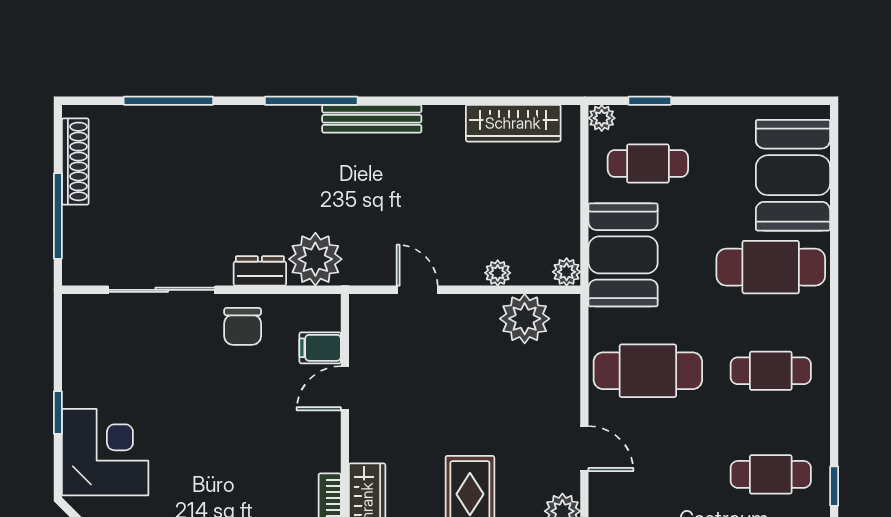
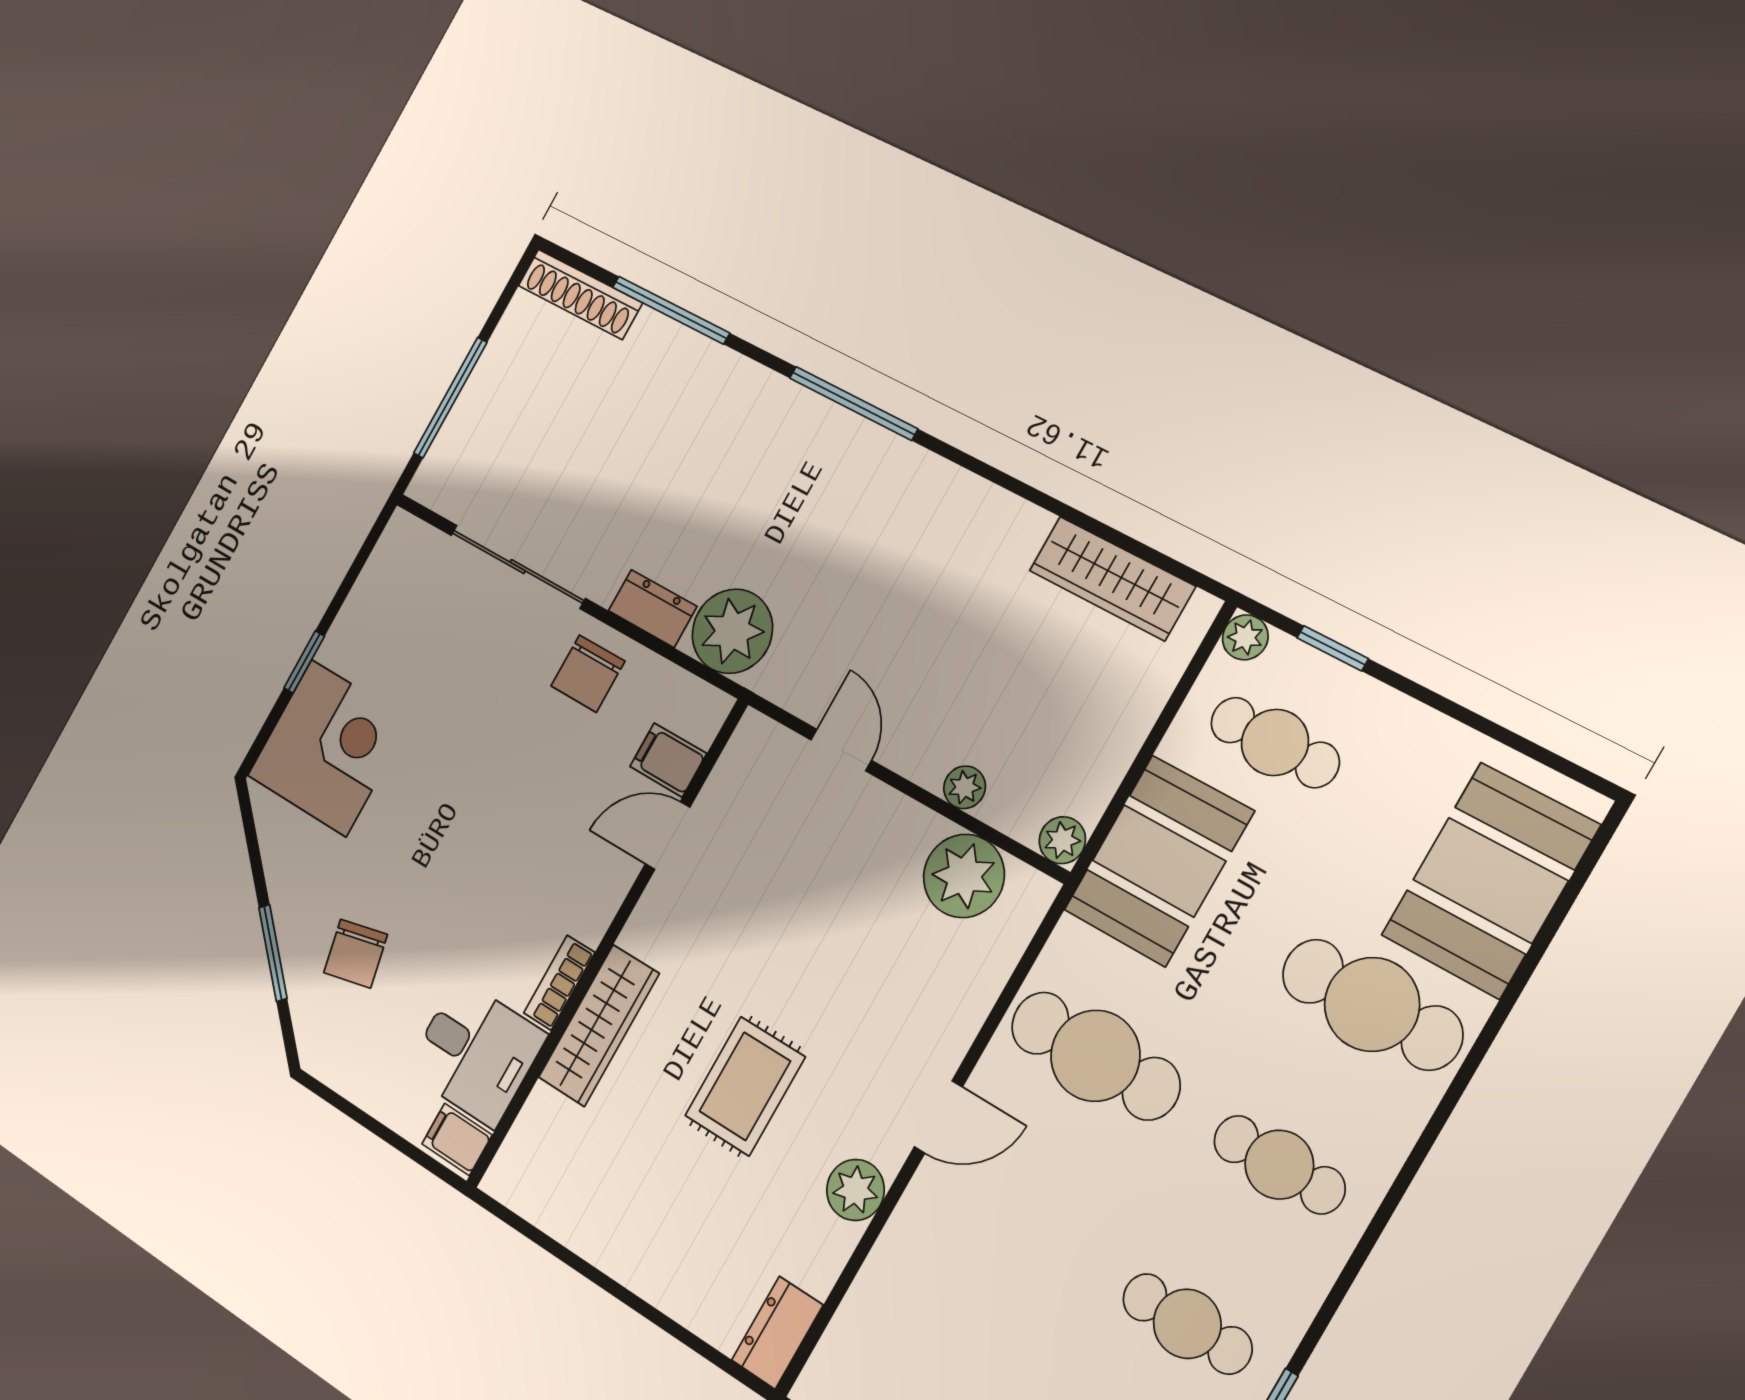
bench: (372, 119) -> (920, 470), removed
shoe rack: (75, 161) -> (580, 294), moved, turned 90
door: (584, 449) -> (938, 1117), hinge flipped

